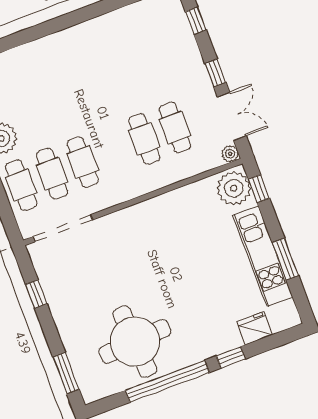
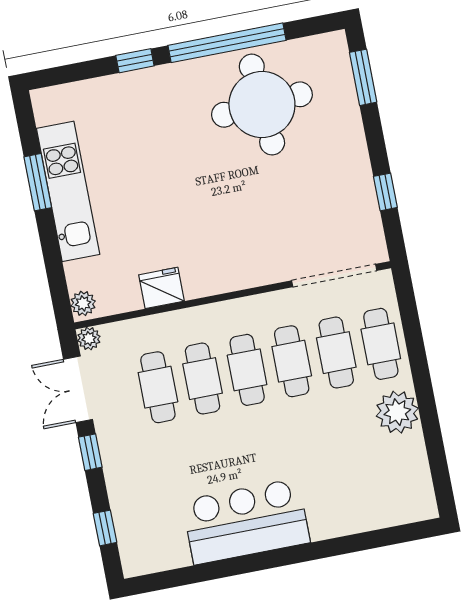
bar counter: (96, 42) -> (246, 522), added
cafe table: (113, 150) -> (247, 370), added
plant: (234, 188) -> (83, 303), width x0.53, depth x0.53
window: (259, 189) -> (58, 284), removed
fridge: (255, 328) -> (161, 288), moved, turned 180

